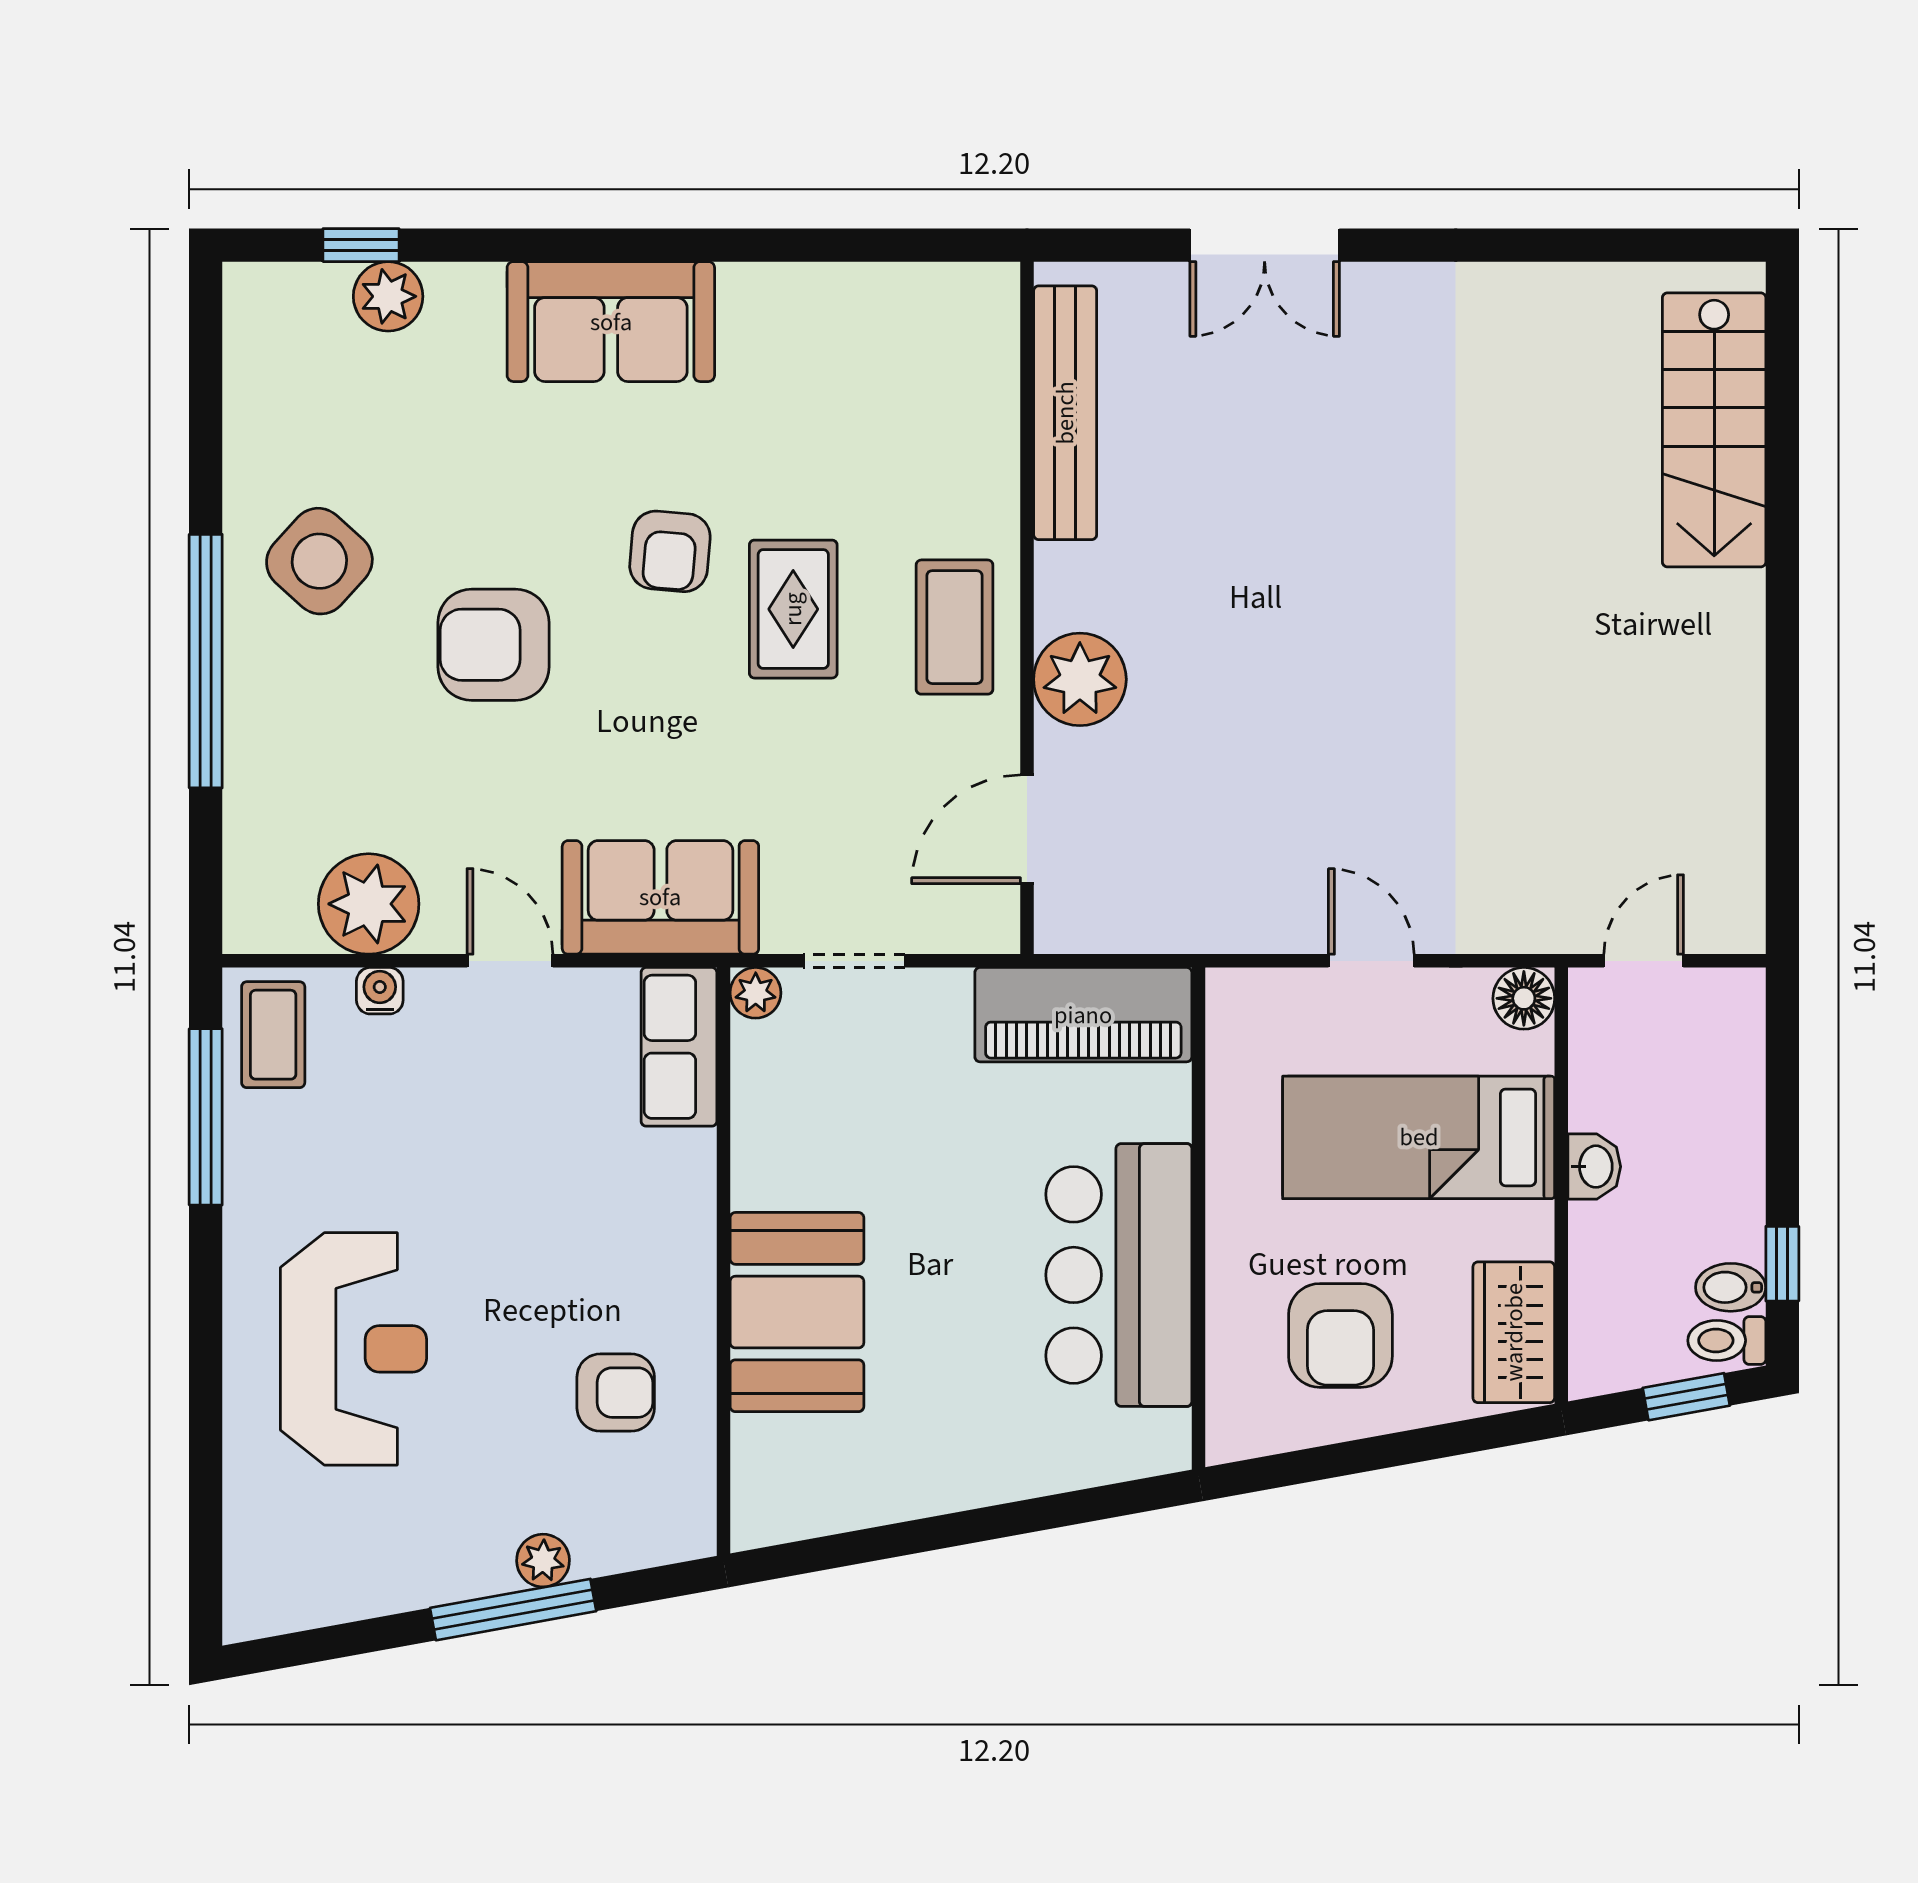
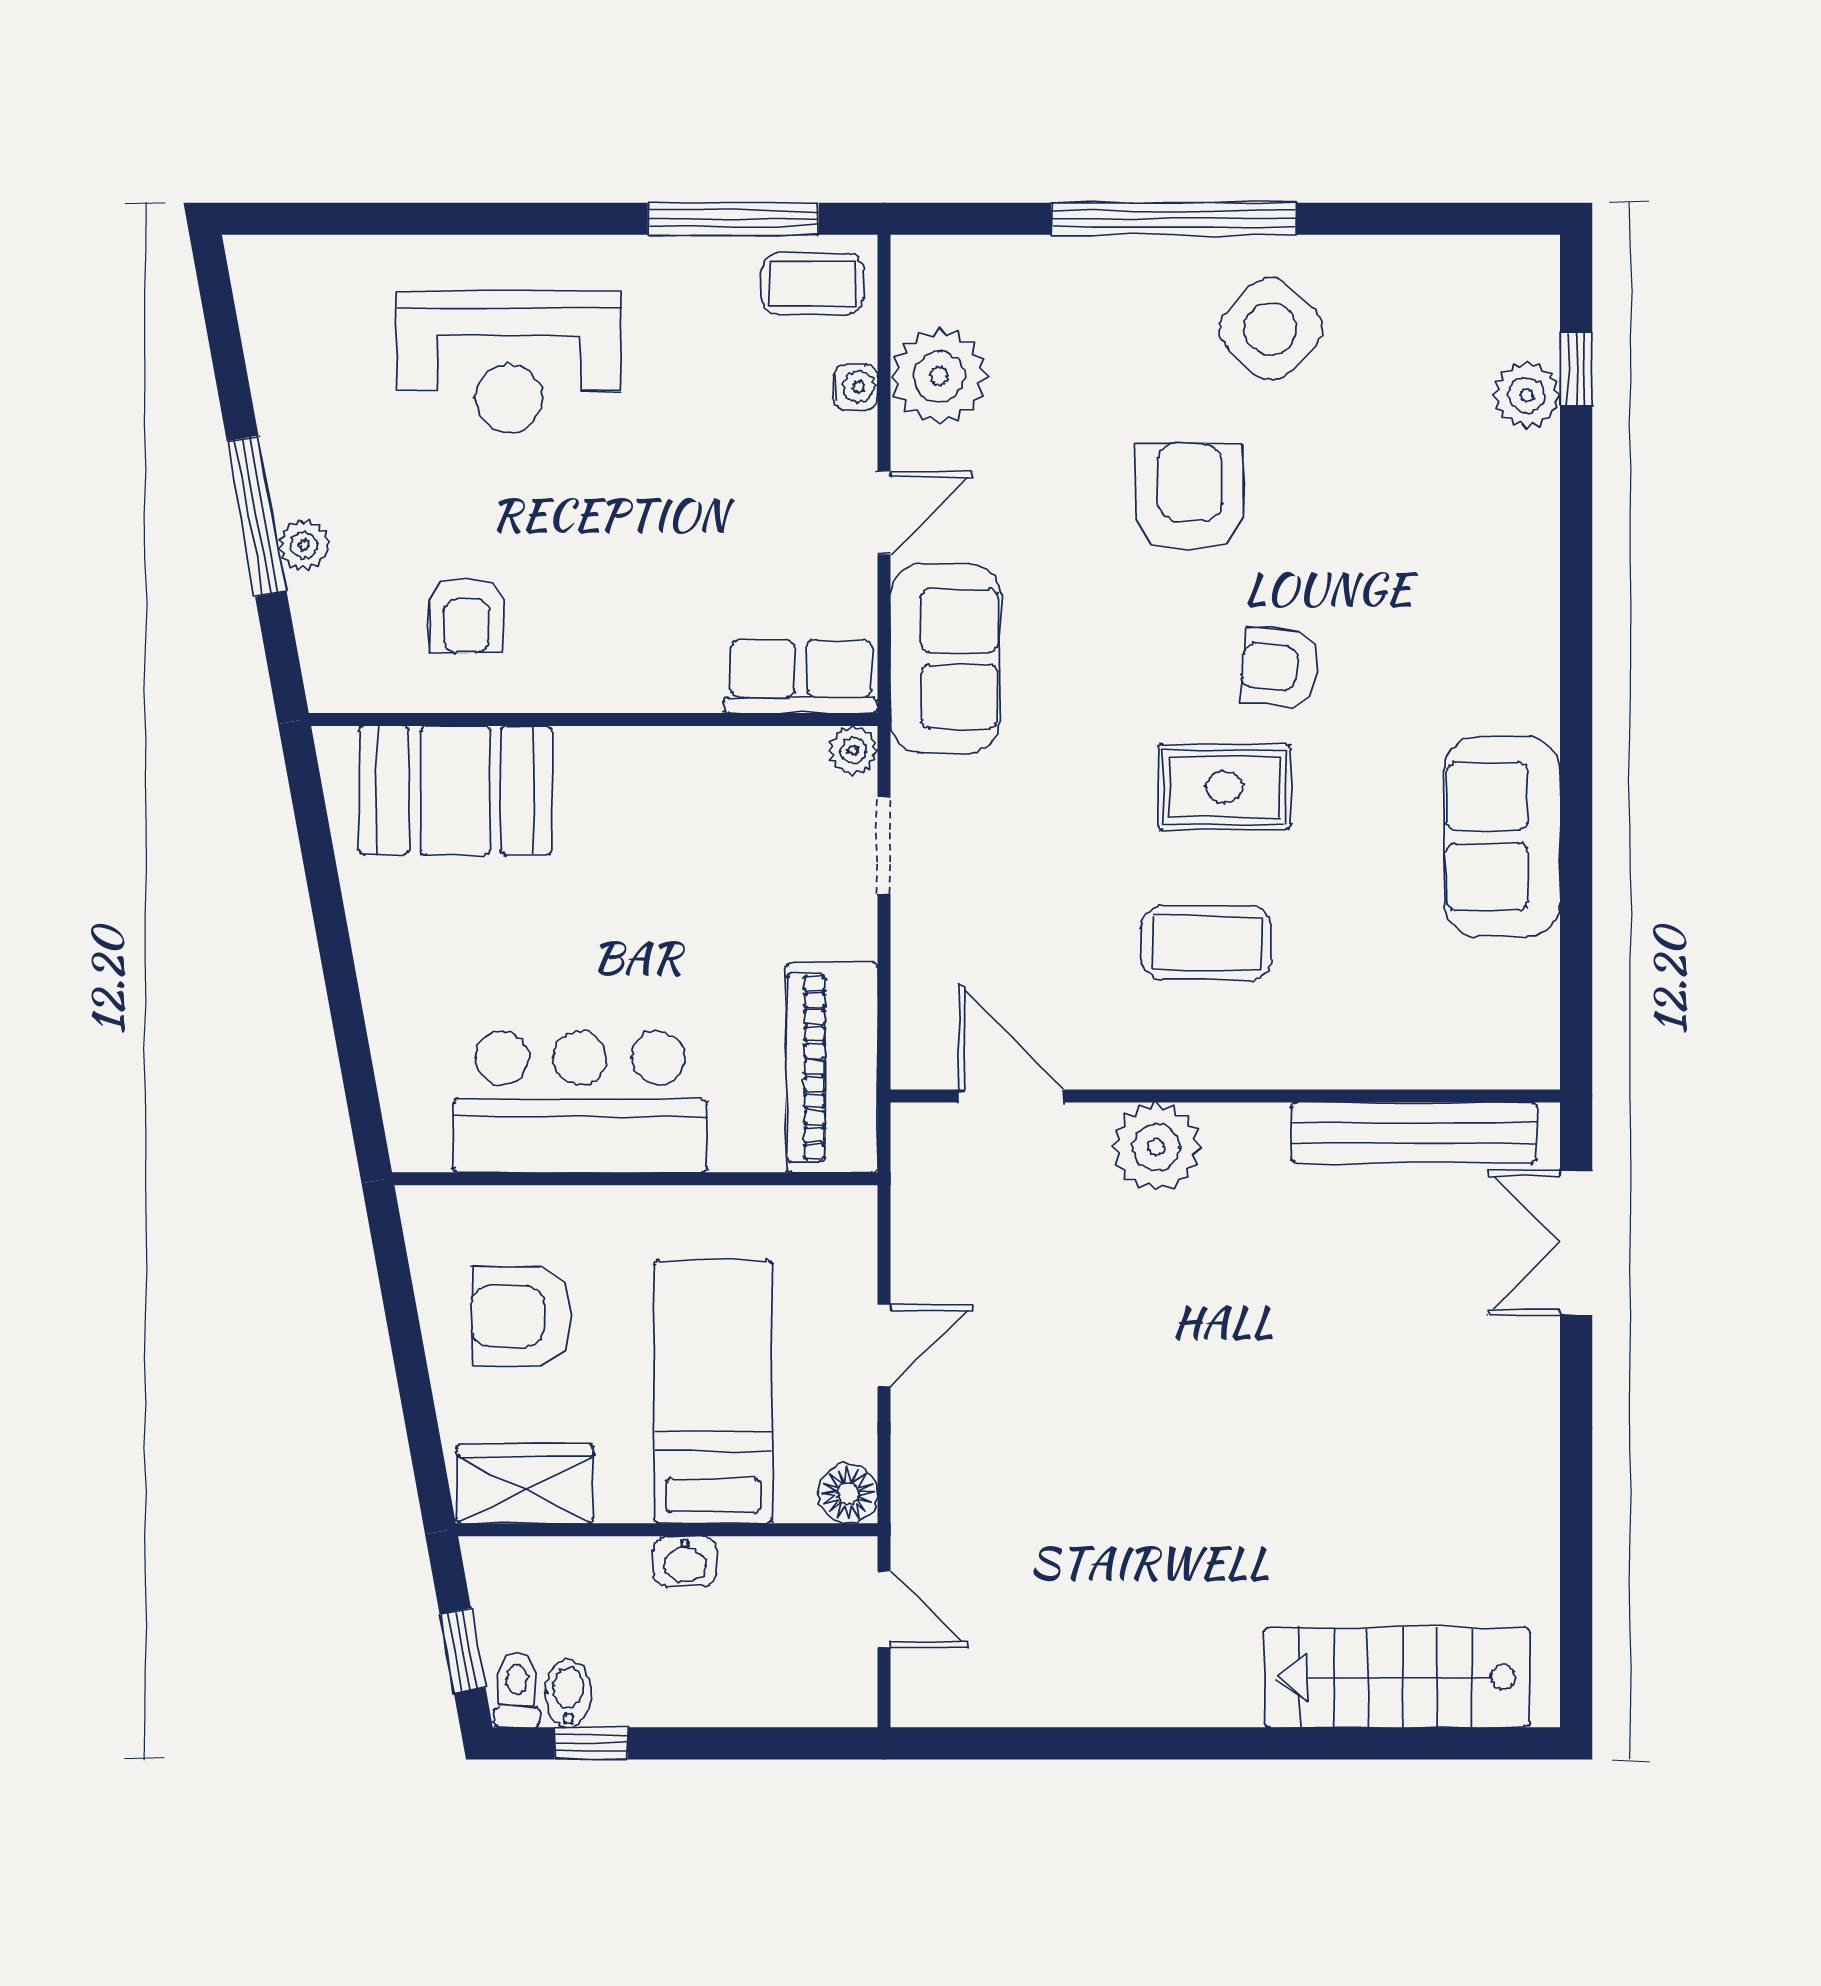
sofa: (611, 322) -> (1502, 837), moved
bench: (1065, 413) -> (1414, 1133), moved
wall: (1027, 608) -> (1225, 1096), moved
plant: (1080, 679) -> (1156, 1147), moved
door: (1027, 829) -> (1011, 1096), moved
booth: (797, 1312) -> (455, 791), moved

